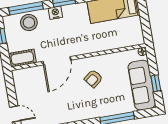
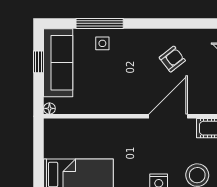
armchair: (93, 79) -> (172, 59), moved
side table: (113, 104) -> (102, 43), added

